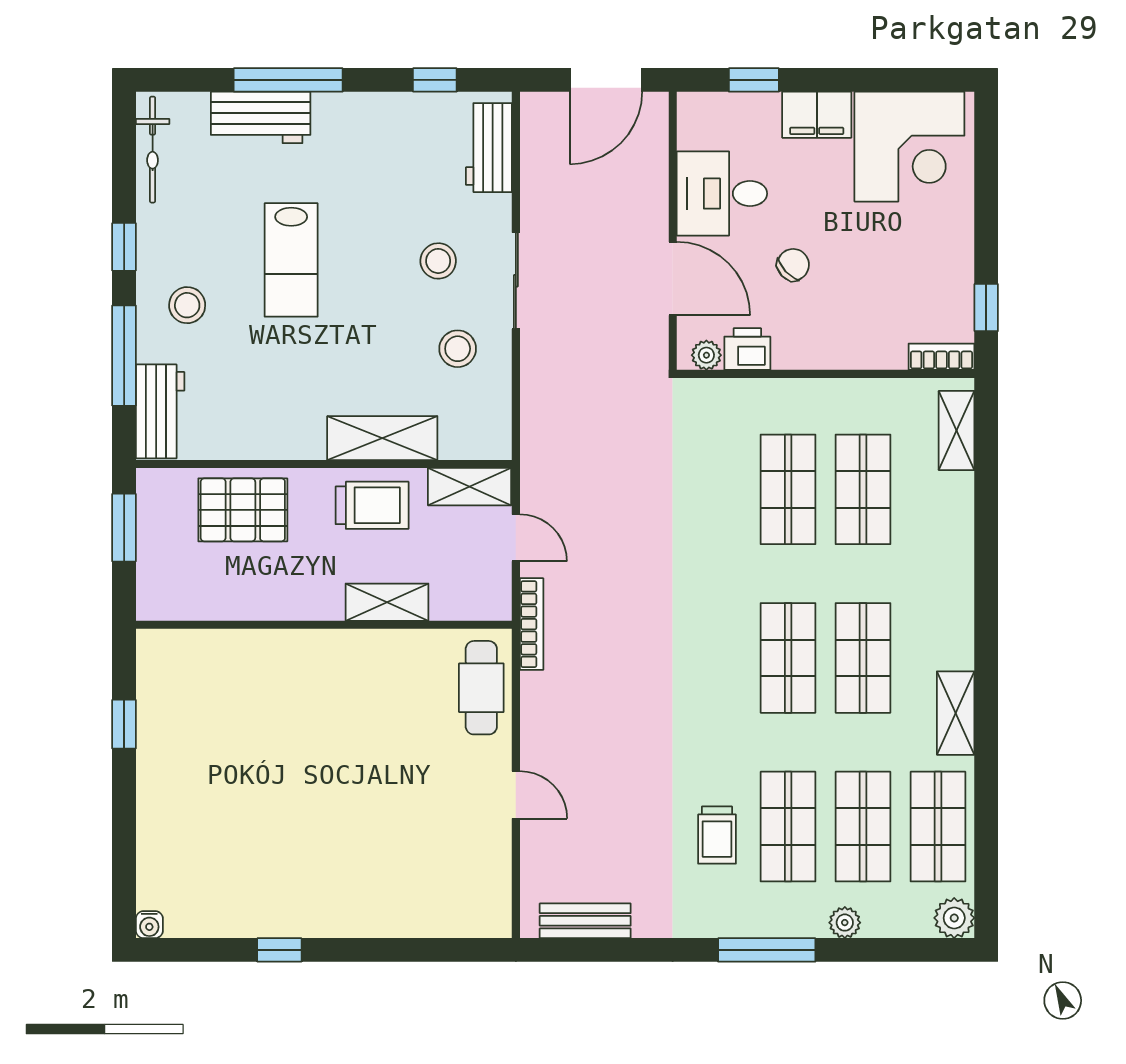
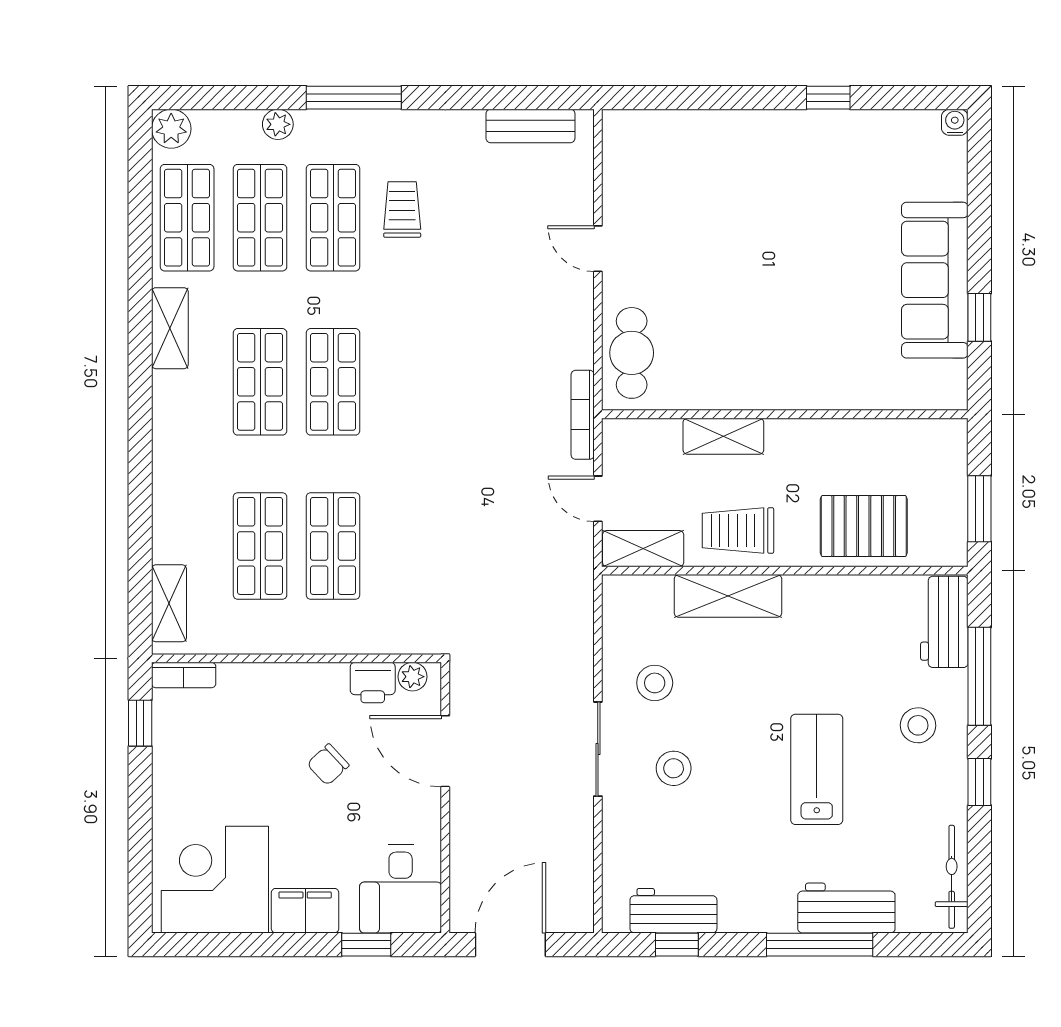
workbench: (489, 148) -> (673, 911), moved, turned -90
desk: (722, 194) -> (401, 889), moved, turned 90
sofa: (170, 762) -> (935, 280), added

